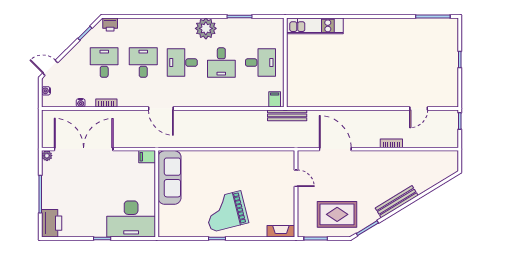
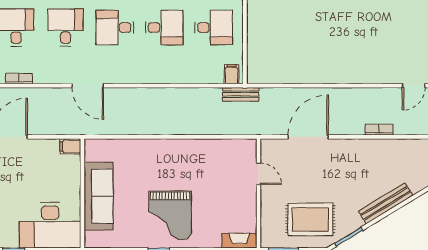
desk: (221, 63) -> (164, 28), turned -90
bench: (287, 115) -> (241, 94), width x0.73
door: (335, 149) -> (308, 137), hinge flipped
sofa: (169, 177) -> (99, 196), moved
grand piano: (226, 211) -> (170, 216), turned -76

